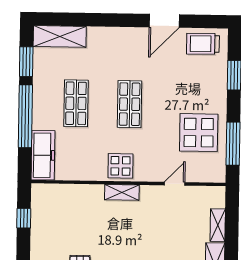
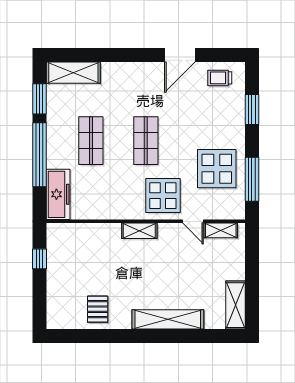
trolley: (203, 44) -> (220, 78), width x0.73, depth x0.72
display table: (121, 166) -> (163, 196), moved, width x1.36, depth x1.36
door: (175, 184) -> (193, 221), swing flipped
shelving: (218, 225) -> (221, 230), moved, turned 90

